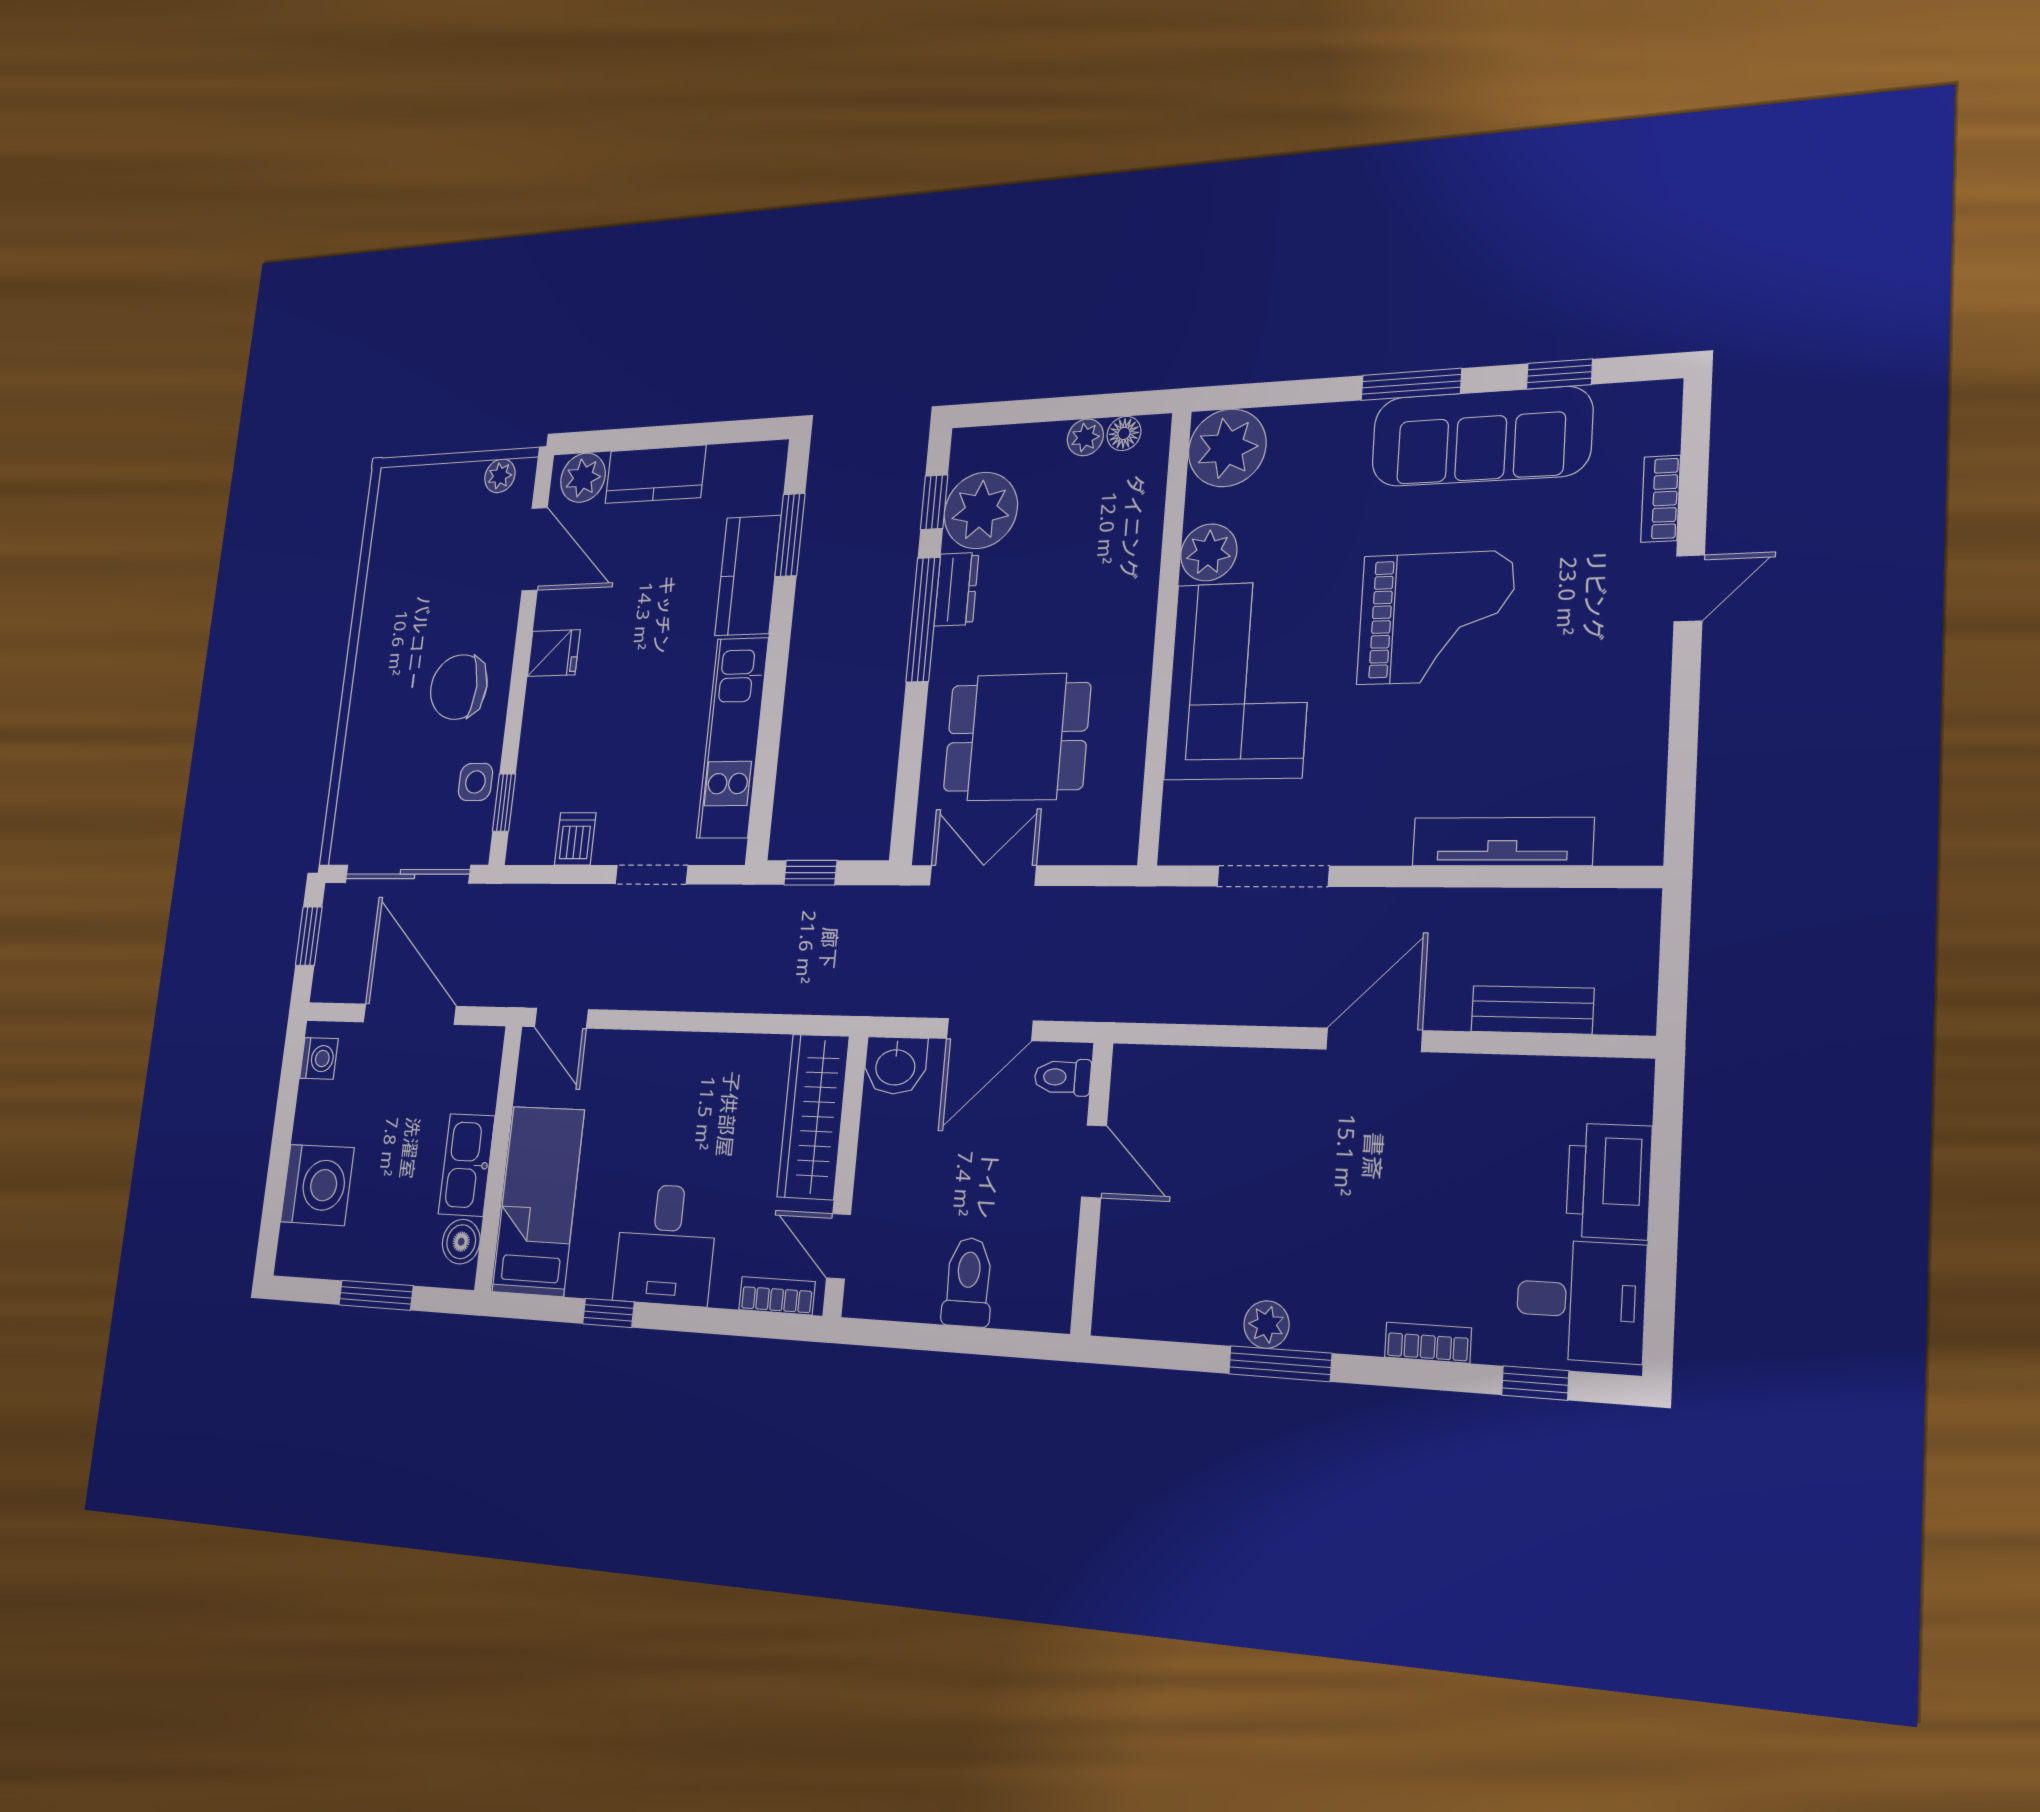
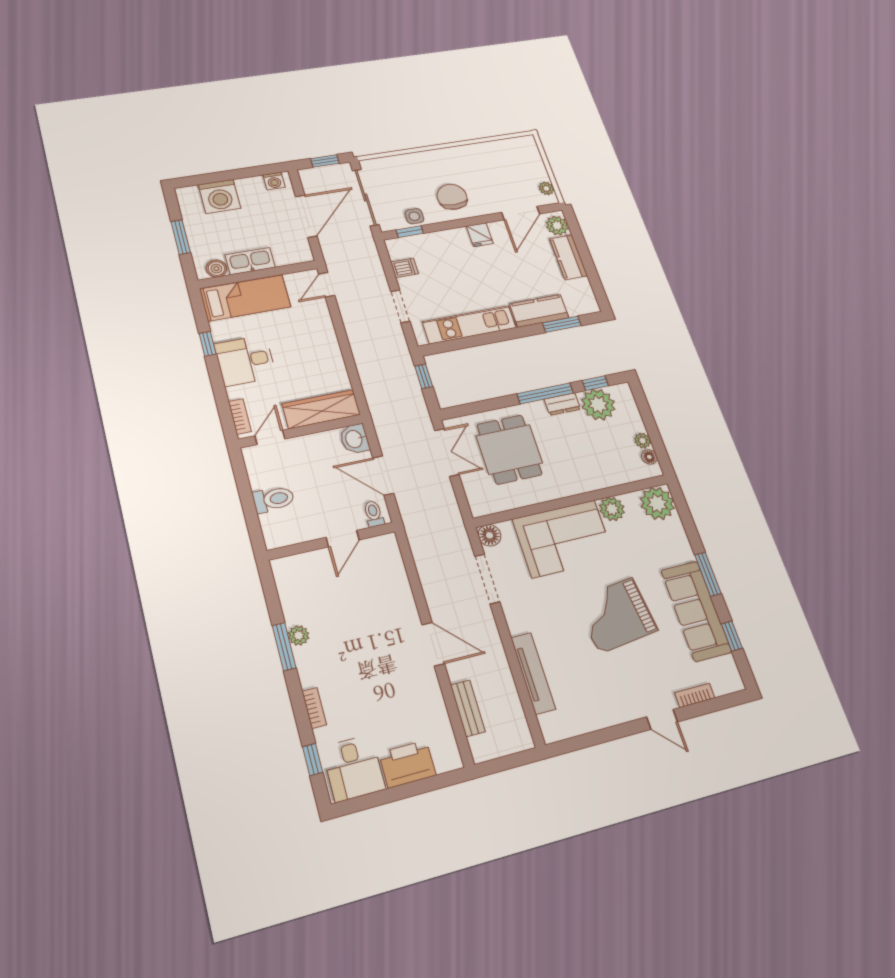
grand piano: (1436, 618) -> (616, 615), turned 83
floor lamp: (1183, 840) -> (490, 535), added

